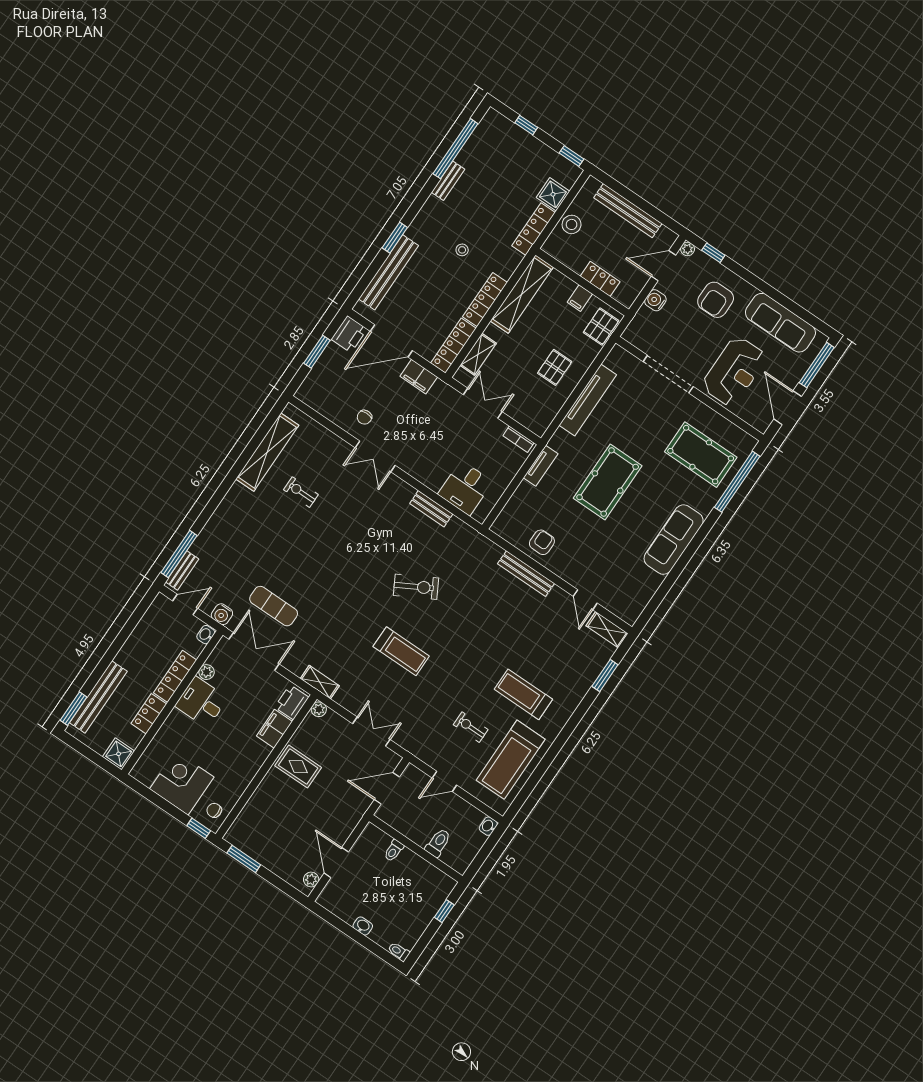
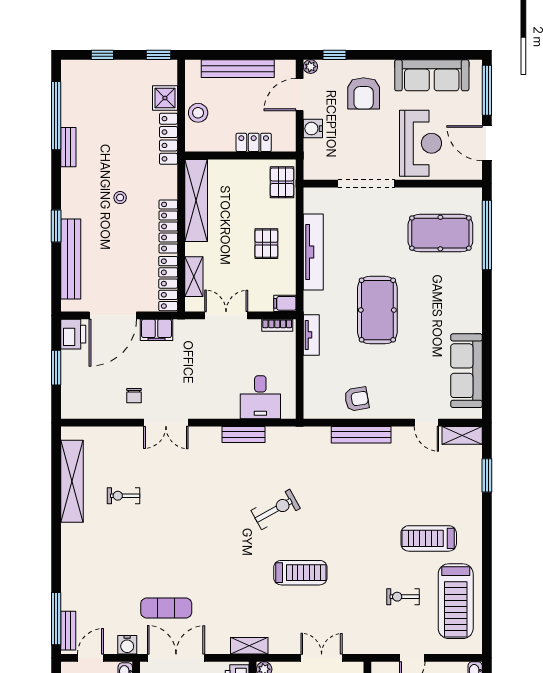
filing cabinet: (580, 298) -> (285, 303), moved, turned 90
sofa: (674, 540) -> (466, 371), moved
armchair: (542, 542) -> (357, 399), turned 80

